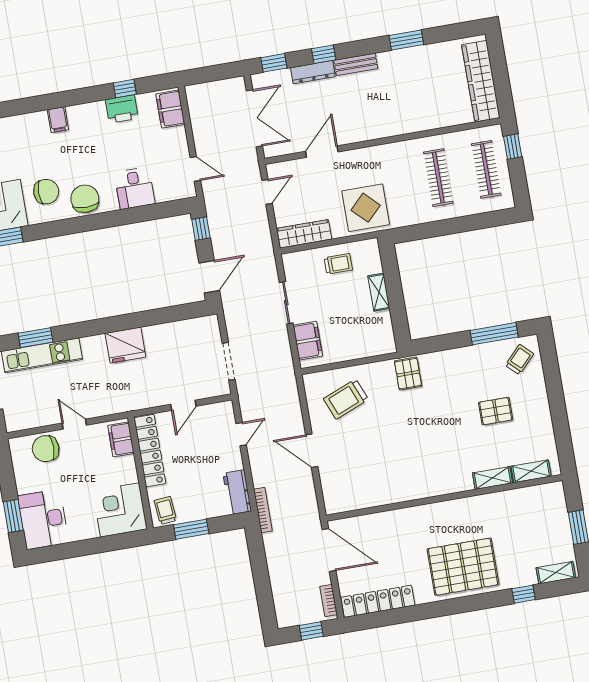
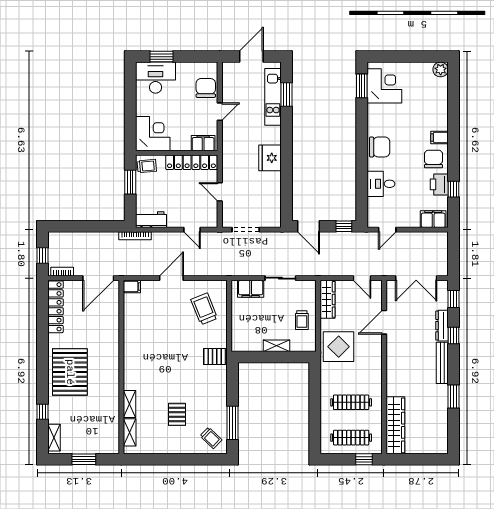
bench: (356, 64) -> (442, 363), width x1.36
wardrobe: (481, 81) -> (395, 425), moved, turned 90
door: (322, 152) -> (384, 322), swing flipped
chair: (46, 192) -> (434, 159), moved, turned 180
filing cabinet: (332, 502) -> (132, 286), added

